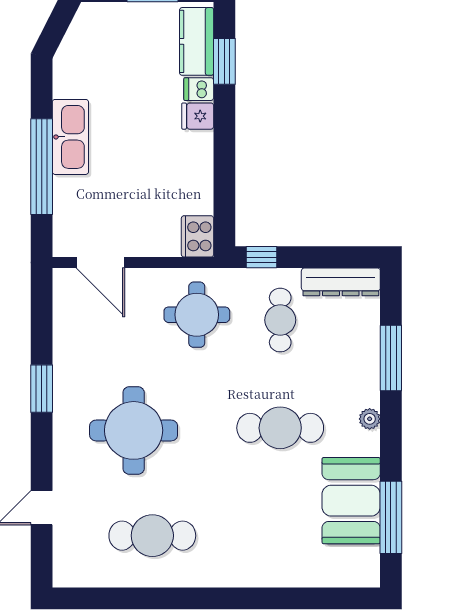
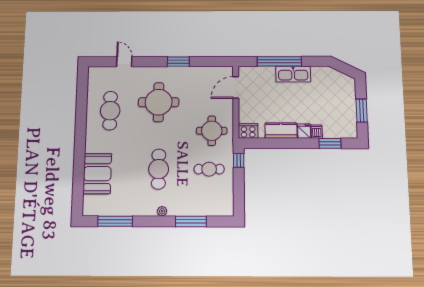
kitchen counter: (197, 41) -> (281, 131), moved
dresser: (341, 282) -> (227, 198), removed
booth: (351, 501) -> (97, 174), moved, turned 90

